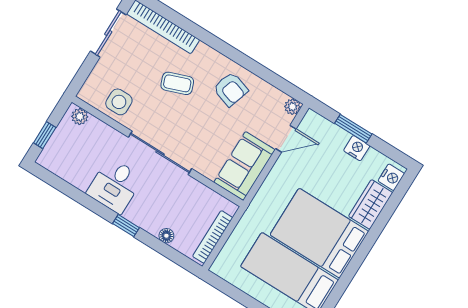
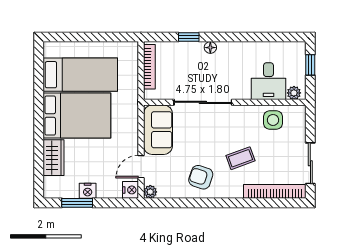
window: (353, 129) -> (77, 203), moved
sliding door: (160, 153) -> (203, 102), moved
nightstand: (391, 177) -> (131, 190), moved, turned 180
desk: (115, 186) -> (269, 81), moved, turned 180
window: (126, 226) -> (189, 37), moved
floor lamp: (166, 236) -> (210, 48), moved

